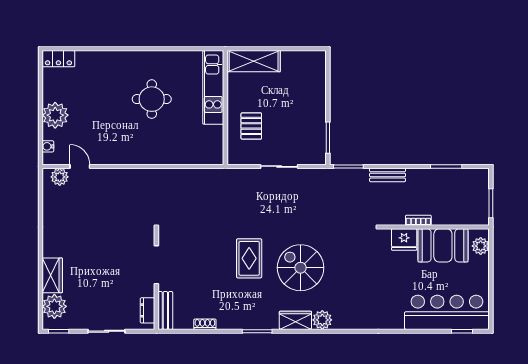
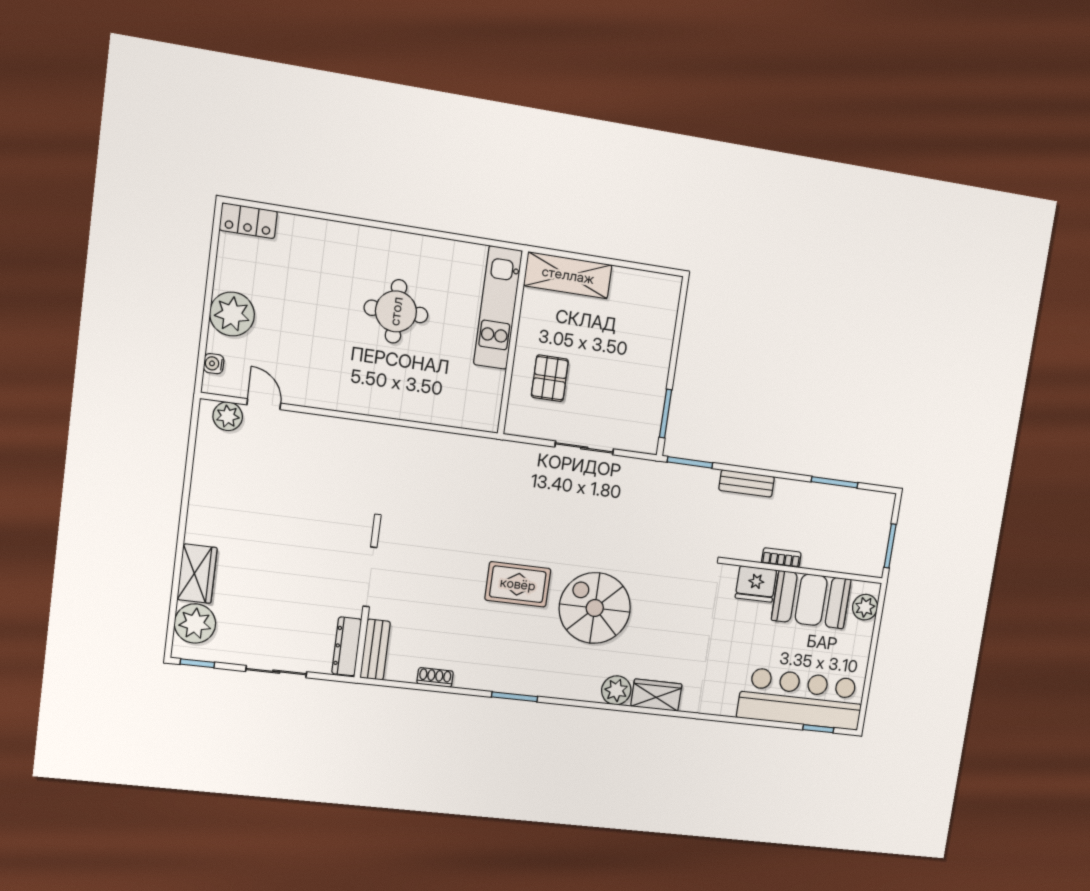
rug: (249, 258) -> (518, 584), turned 90
dresser: (148, 310) -> (347, 646), width x1.44
wardrobe: (295, 320) -> (656, 695), moved

